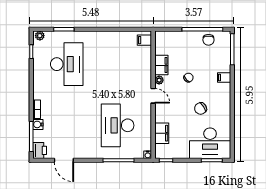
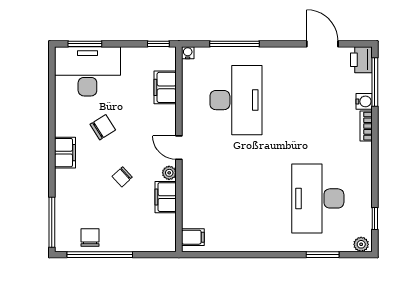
filing cabinet: (224, 77) -> (65, 153), moved, width x2.00

